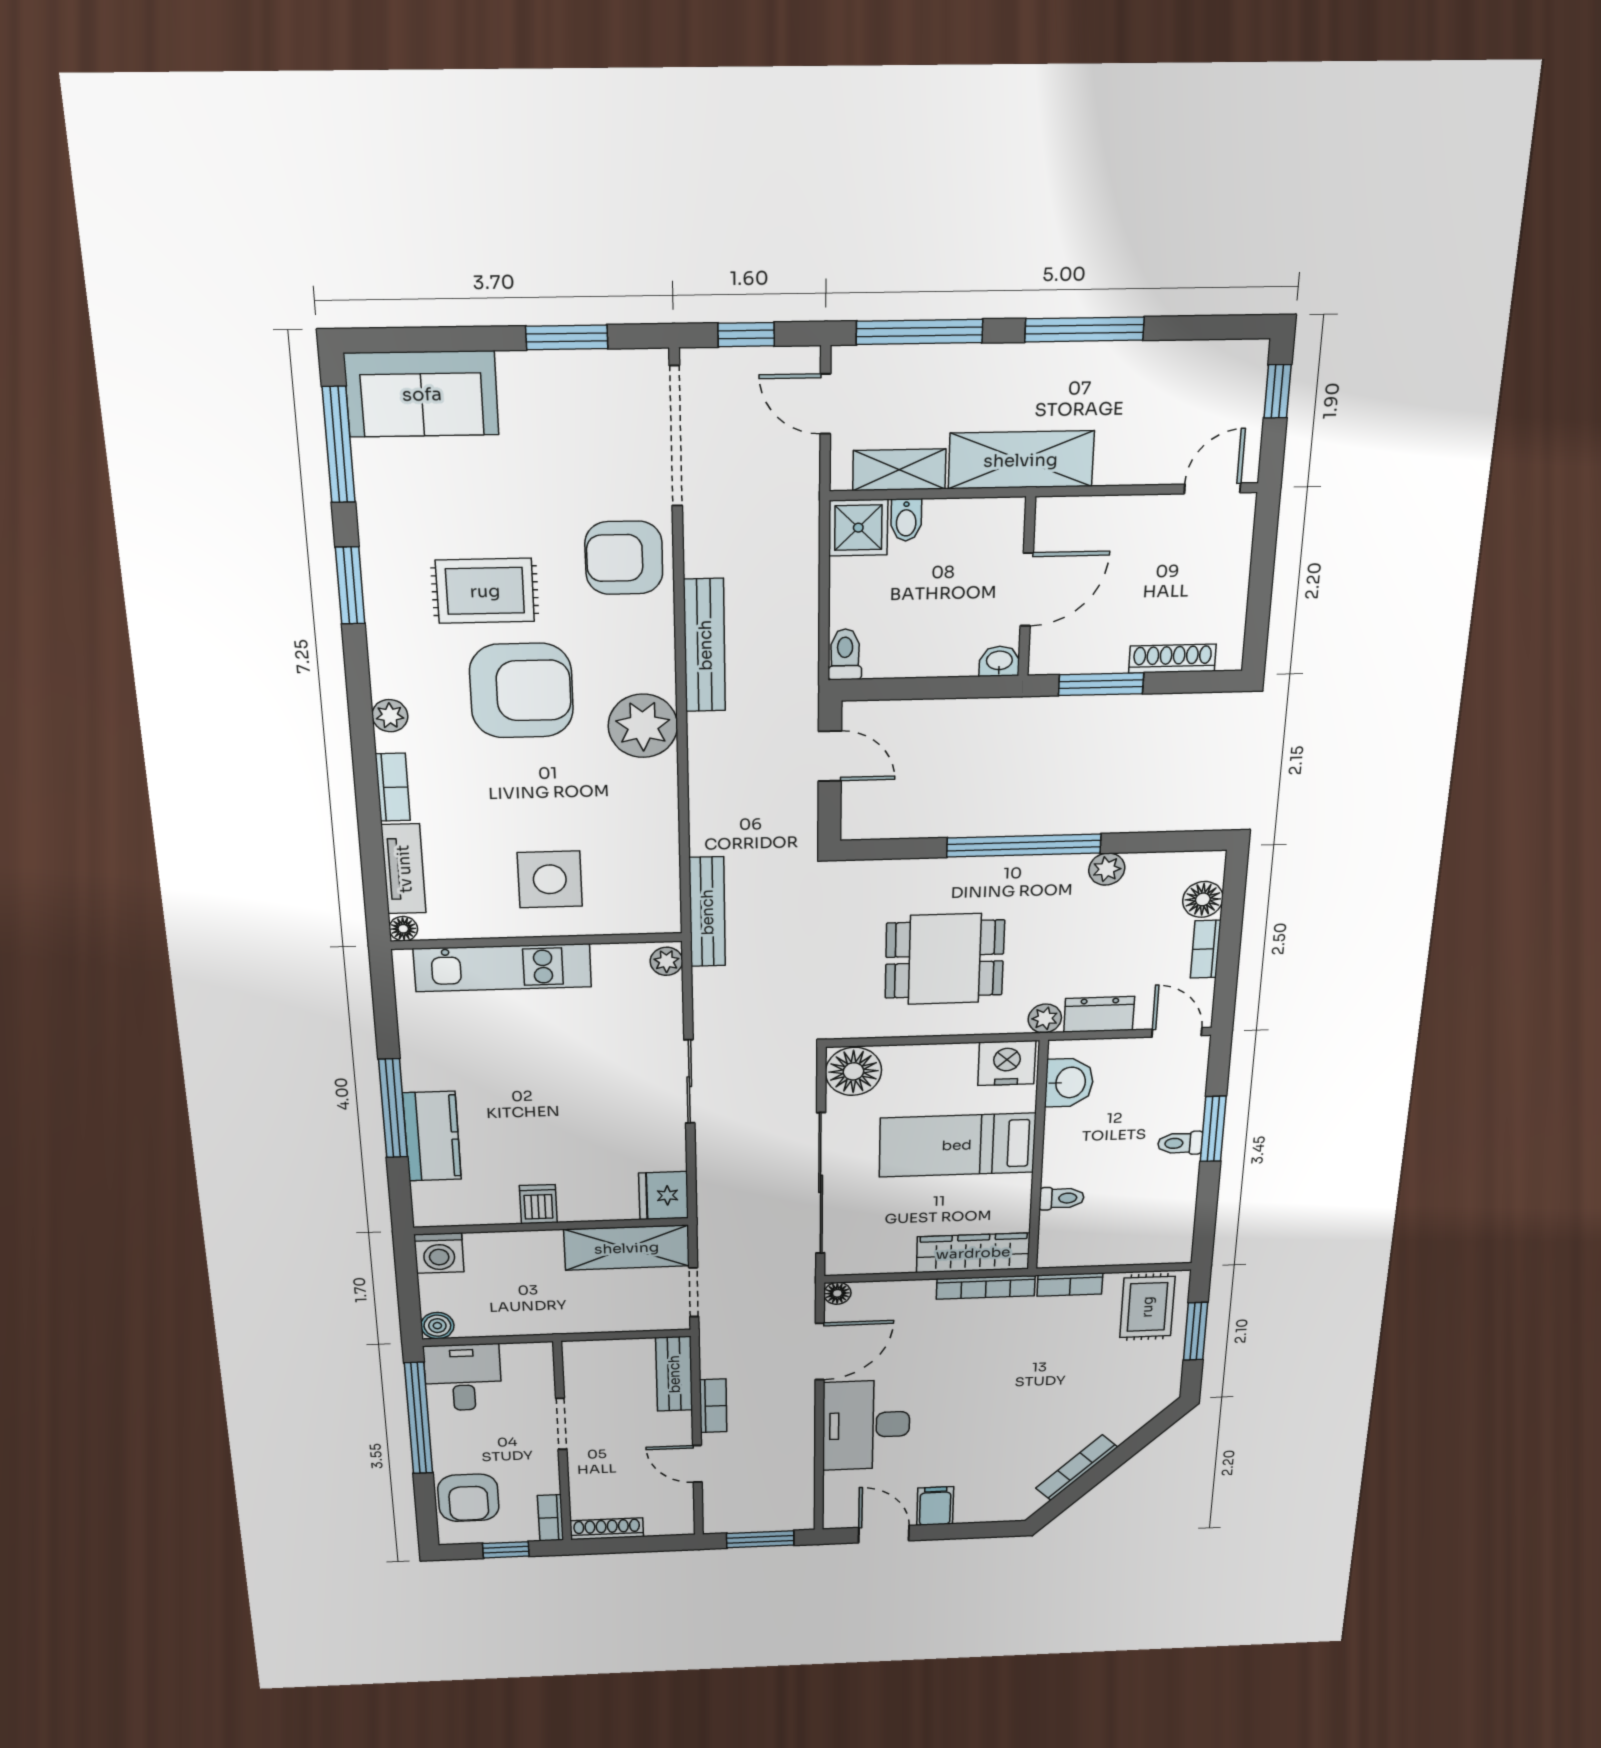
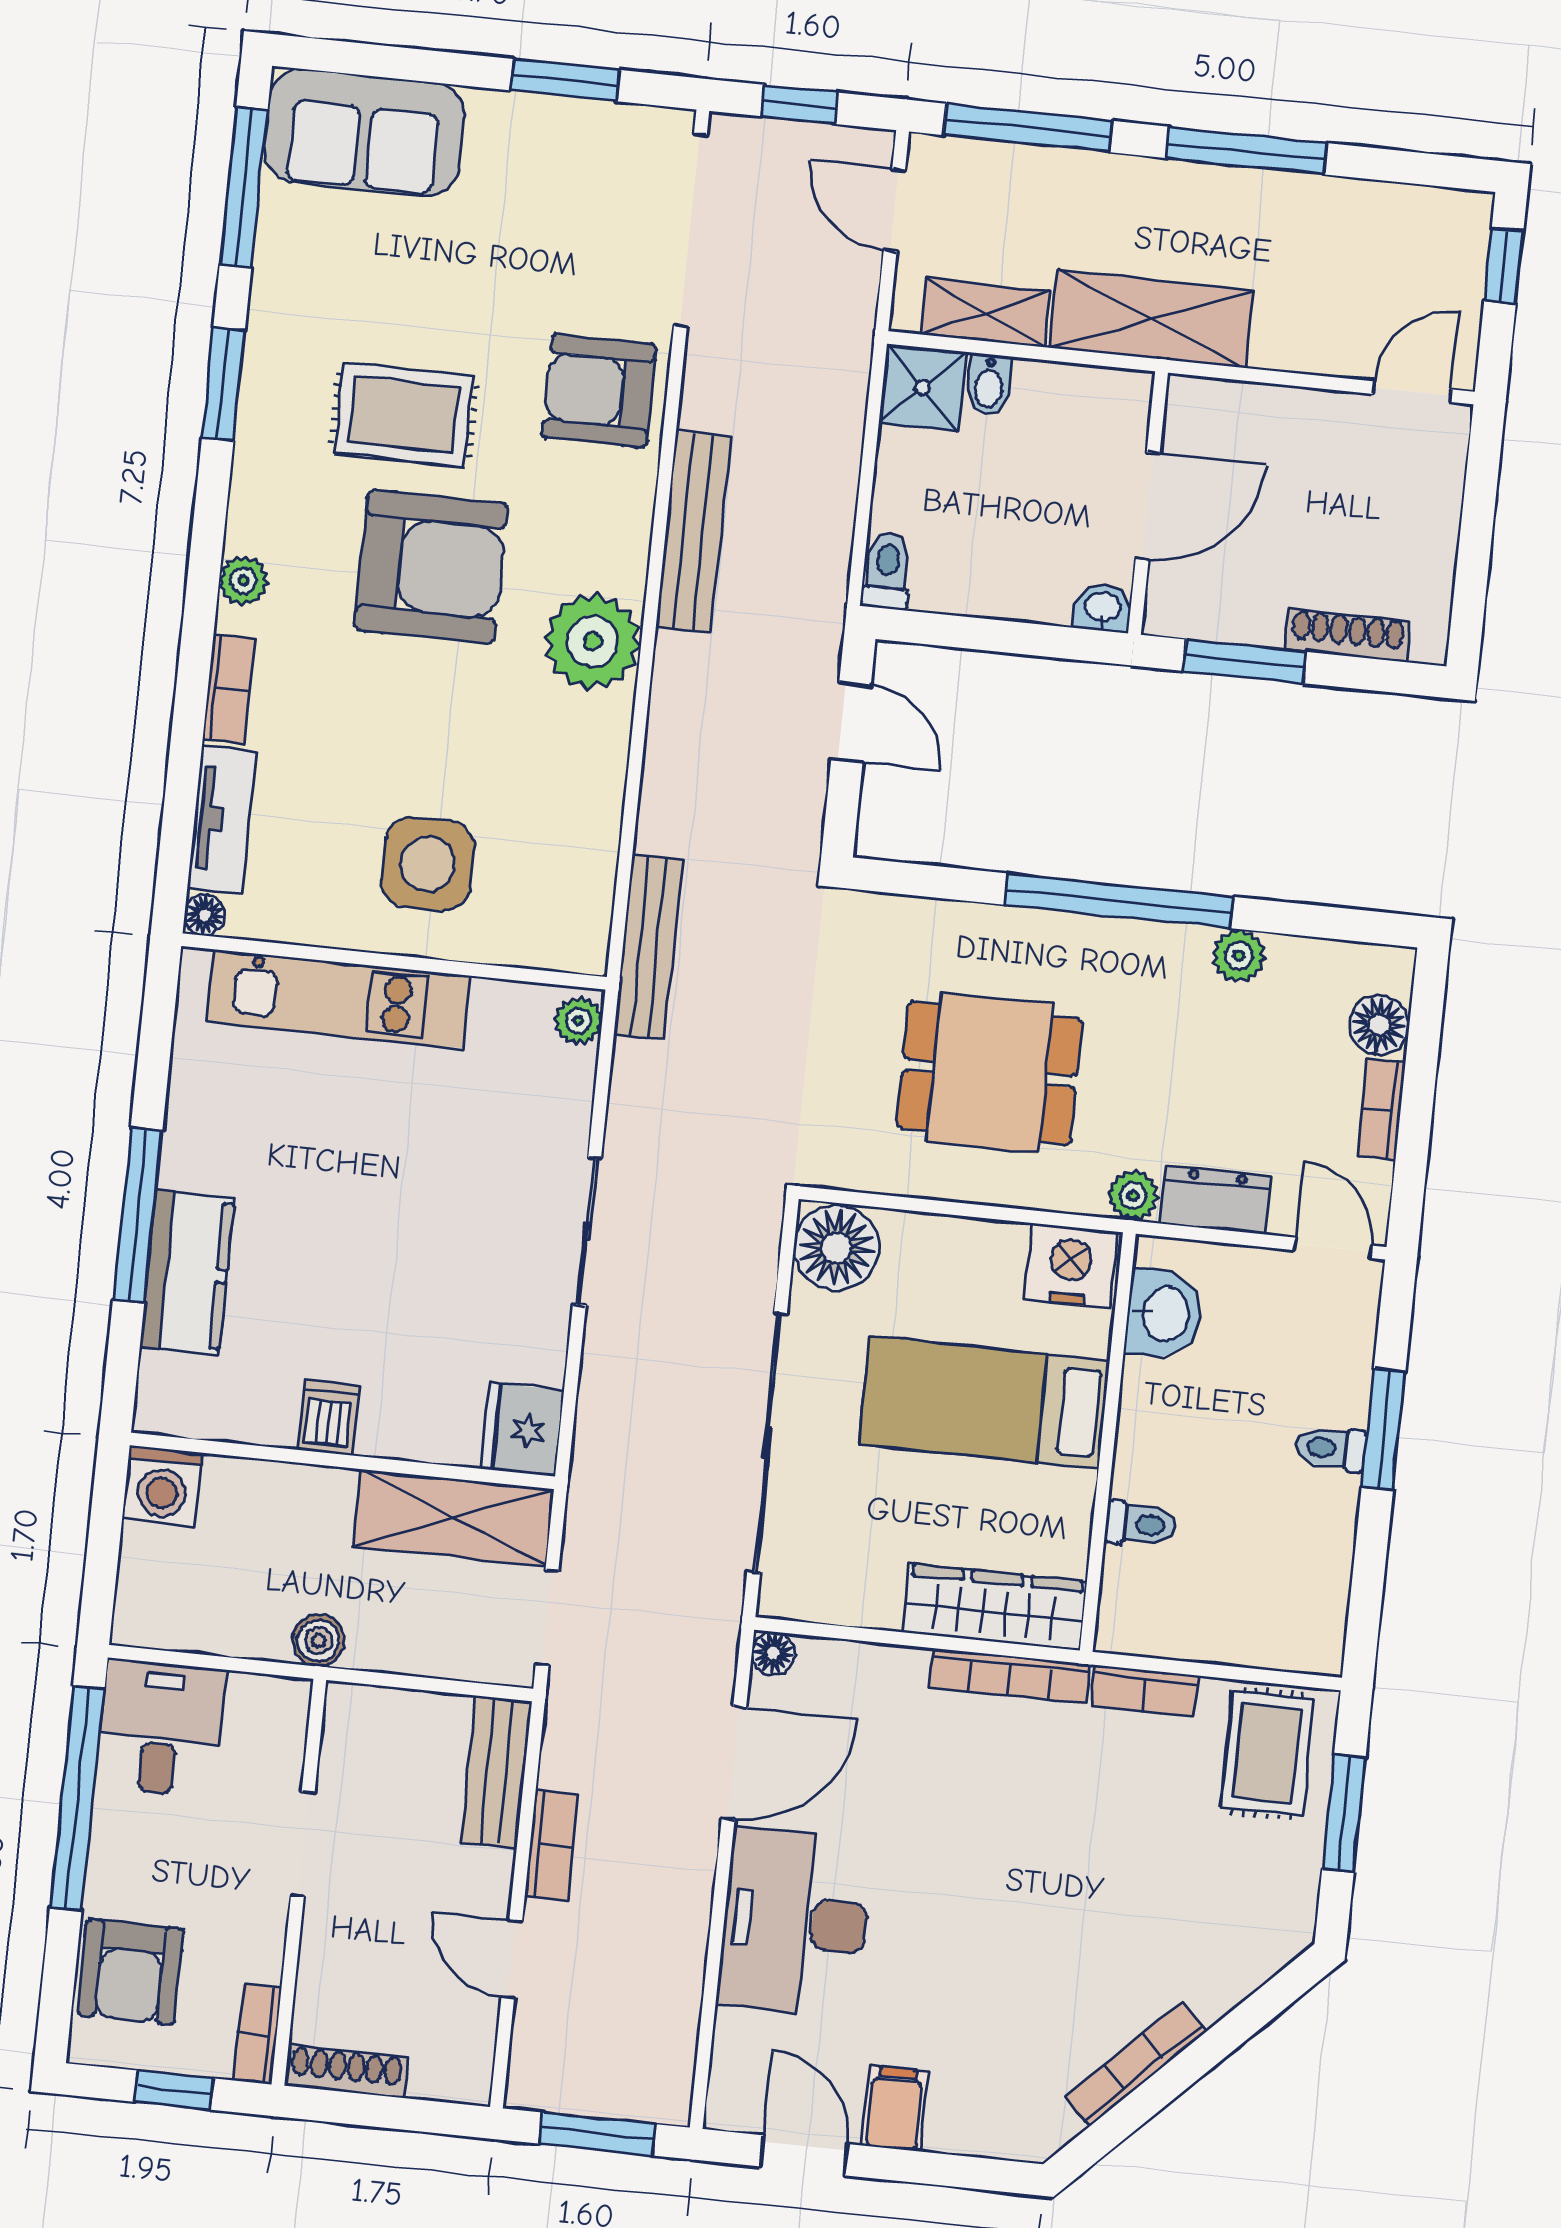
boiler: (437, 1326) -> (318, 1641), moved

